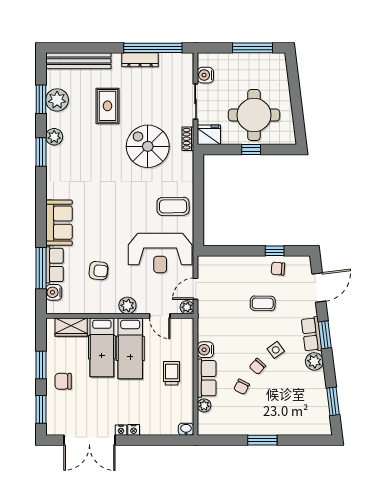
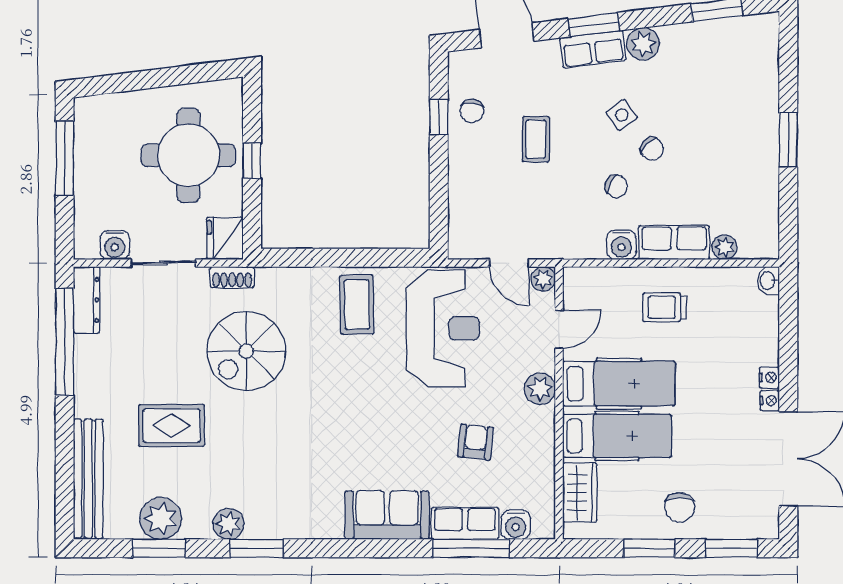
dresser: (140, 60) -> (87, 300), moved
chair: (242, 387) -> (616, 186), moved

